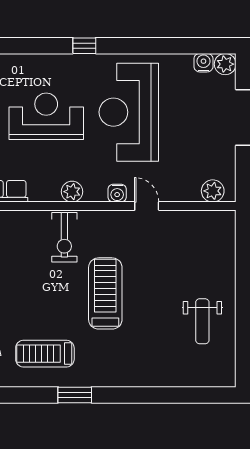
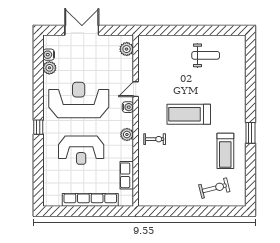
plant: (225, 64) -> (49, 68), moved
reception desk: (129, 112) -> (79, 100), turned 180
reception desk: (46, 116) -> (81, 150), turned -90
exercise bike: (64, 237) -> (155, 139), width x0.73, depth x0.72

